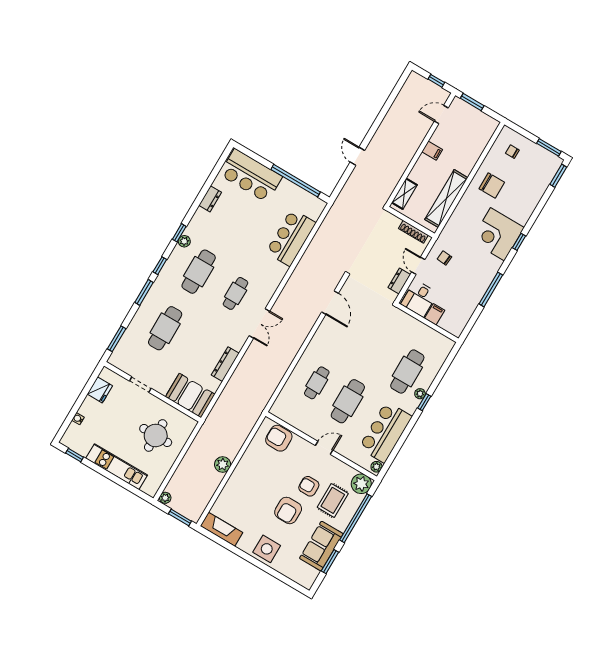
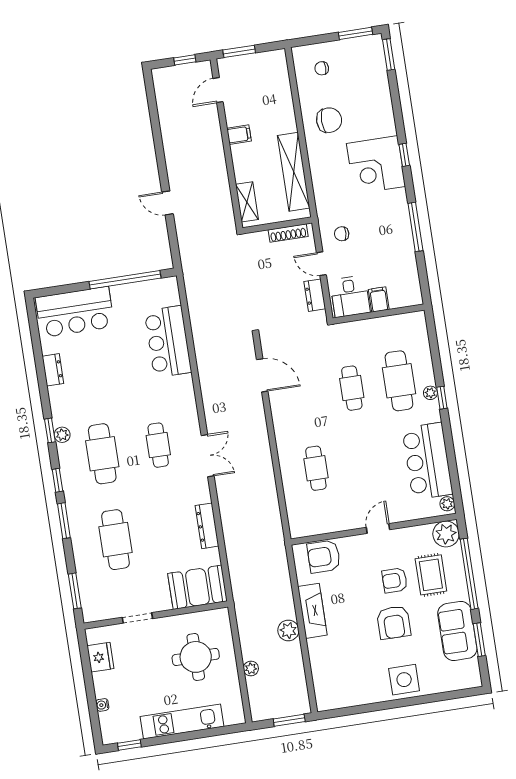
cafe table: (348, 401) -> (352, 388), moved, width x0.73, depth x0.74
plant: (165, 498) -> (251, 669), moved
fireplace: (222, 529) -> (312, 611), moved, turned 90

